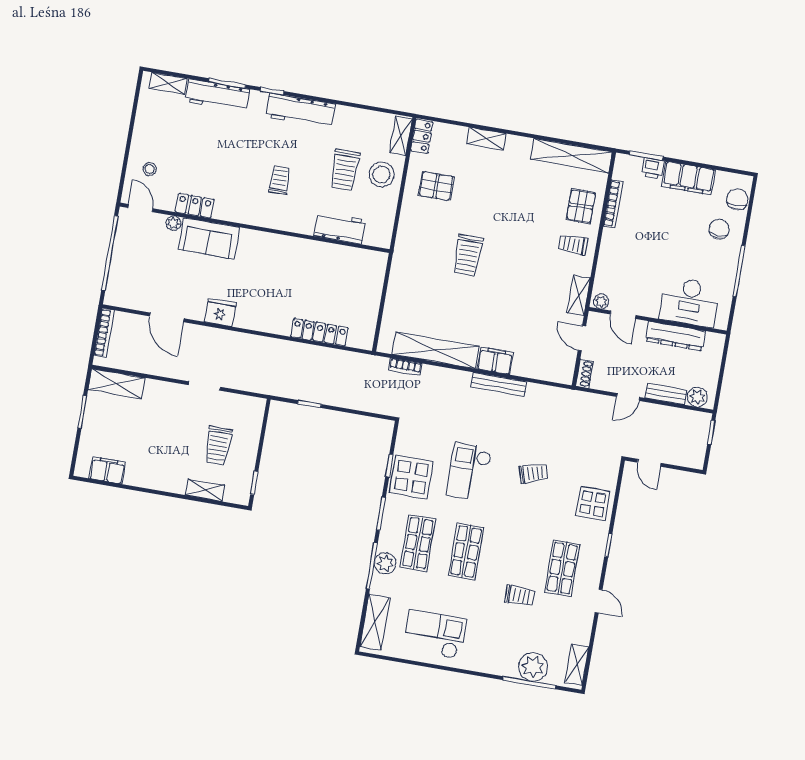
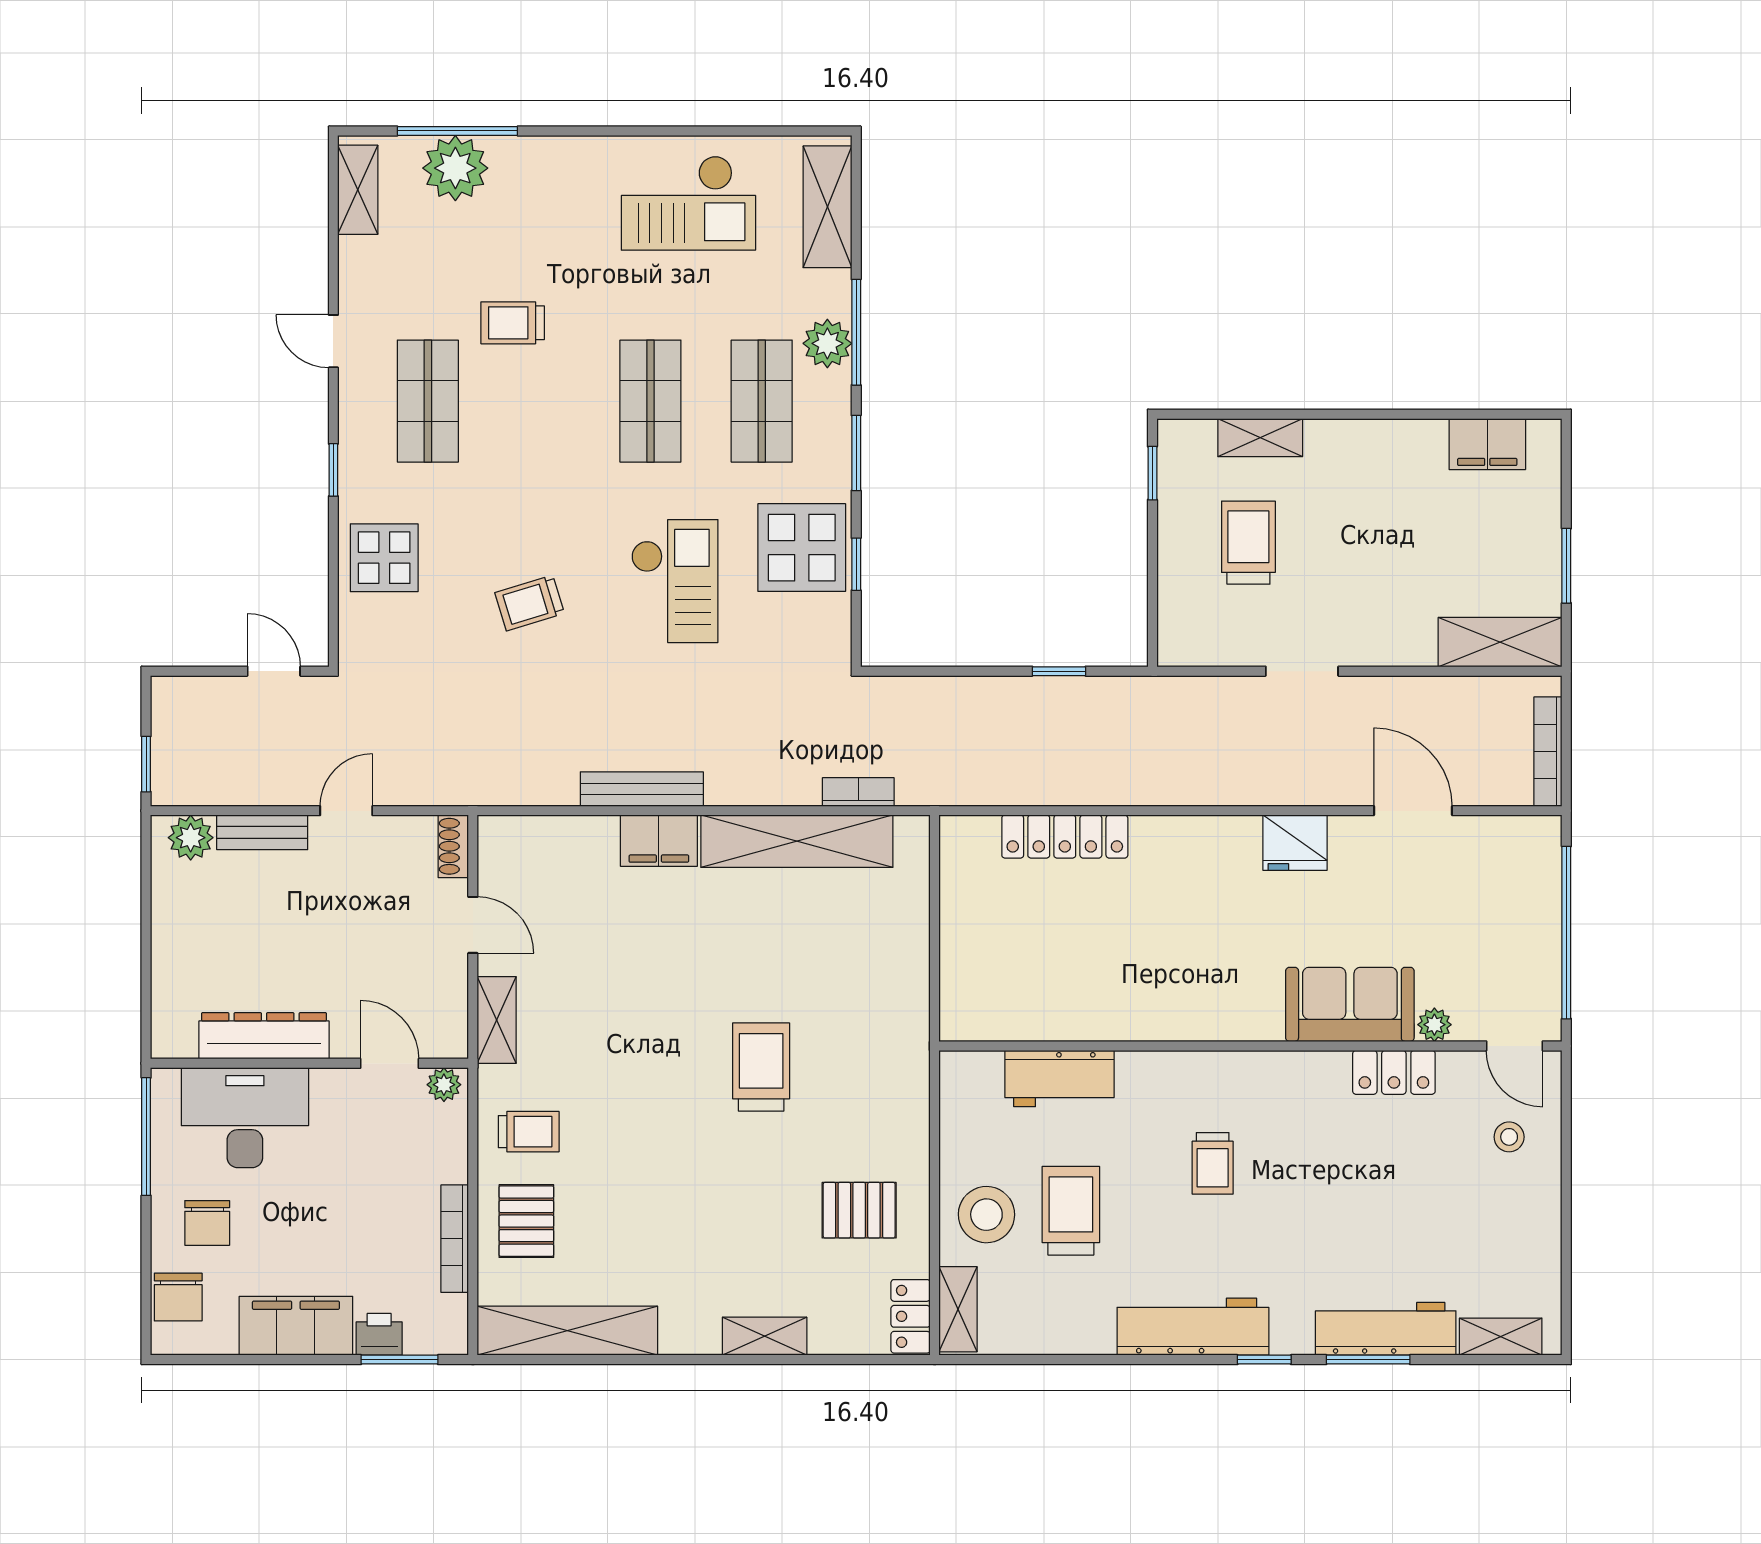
plant: (601, 301) -> (444, 1085), moved
desk: (690, 302) -> (245, 1118), moved
door: (623, 315) -> (390, 1063), moved
wall: (658, 321) -> (309, 1063), moved
dresser: (675, 336) -> (264, 1036), moved

